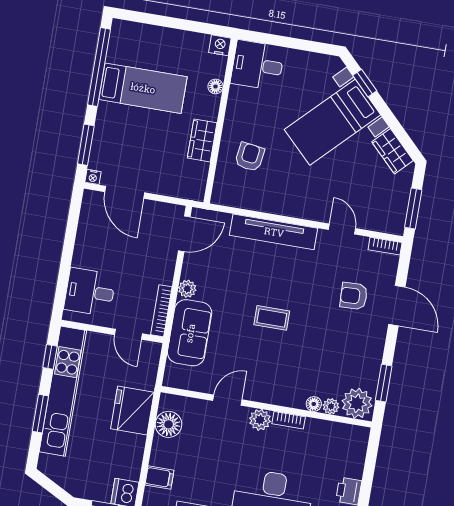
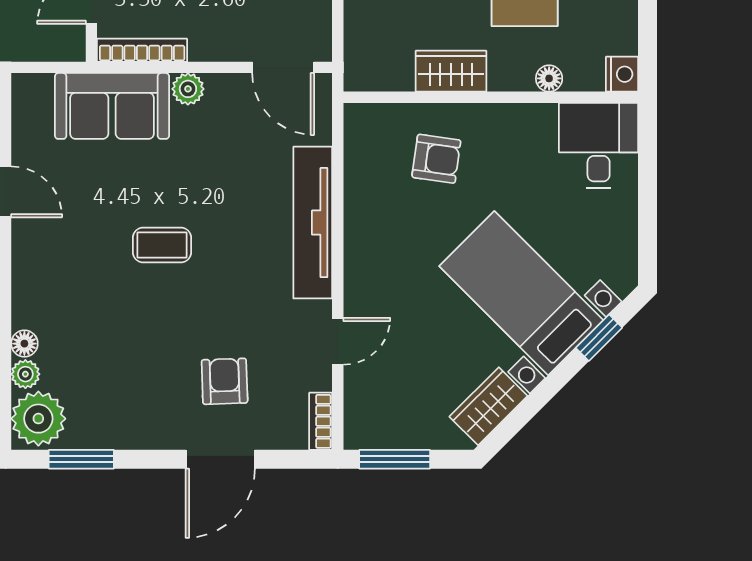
coffee table: (272, 318) -> (162, 245), turned 90

